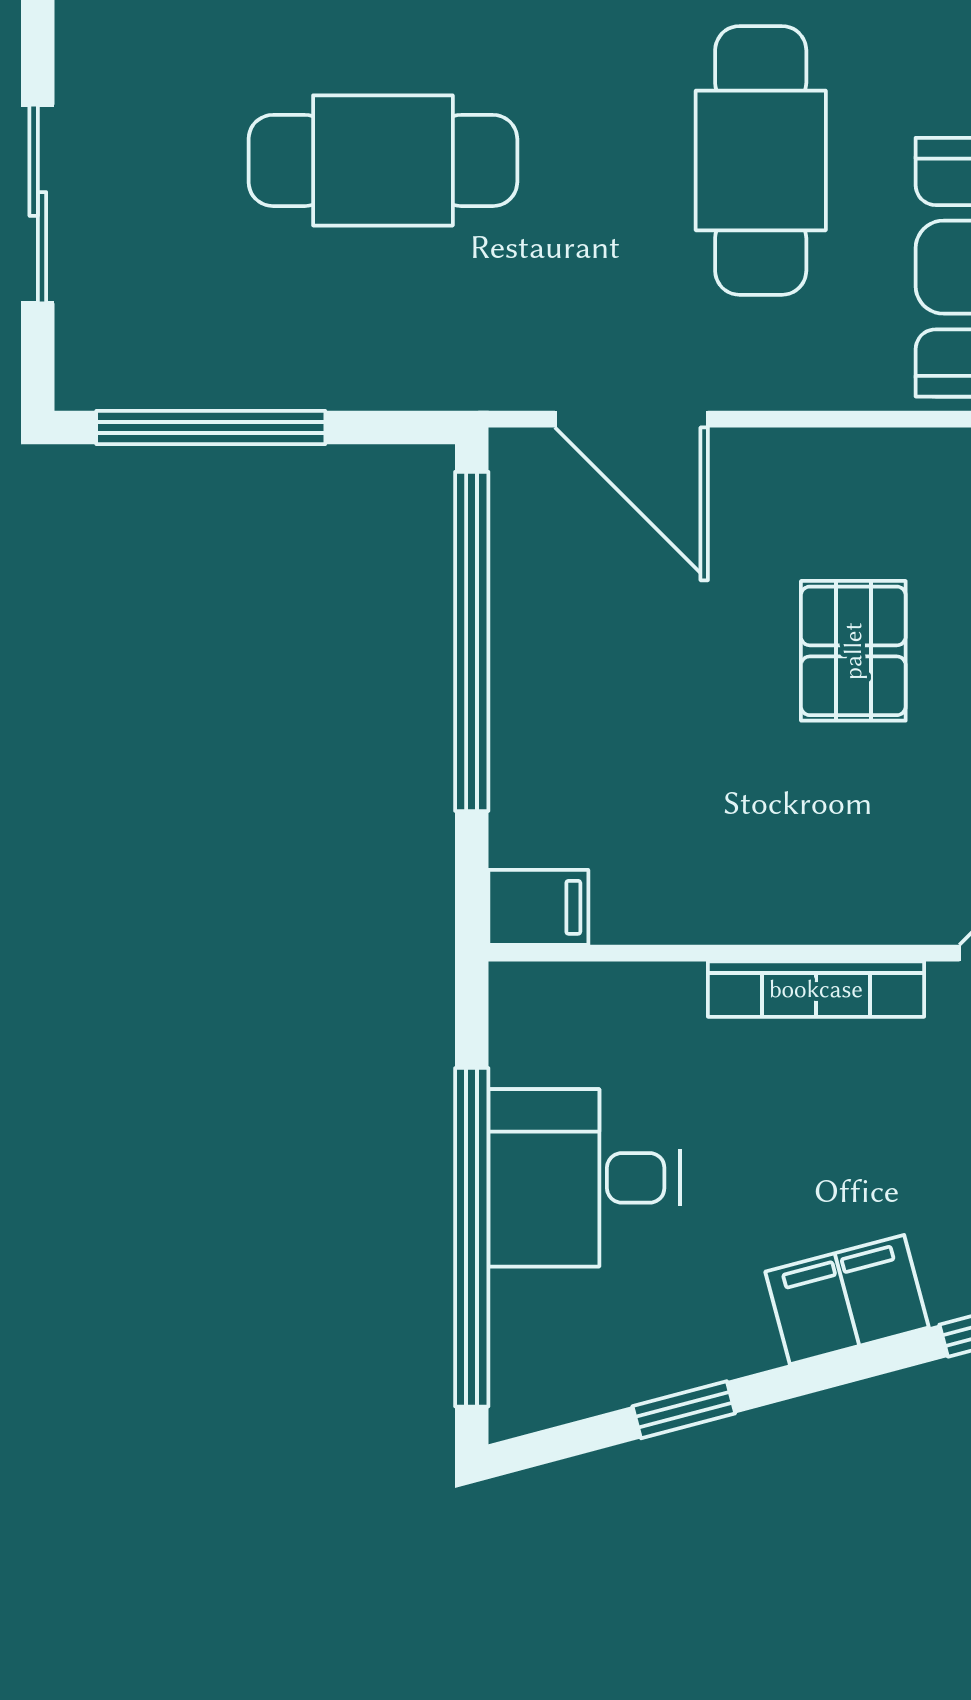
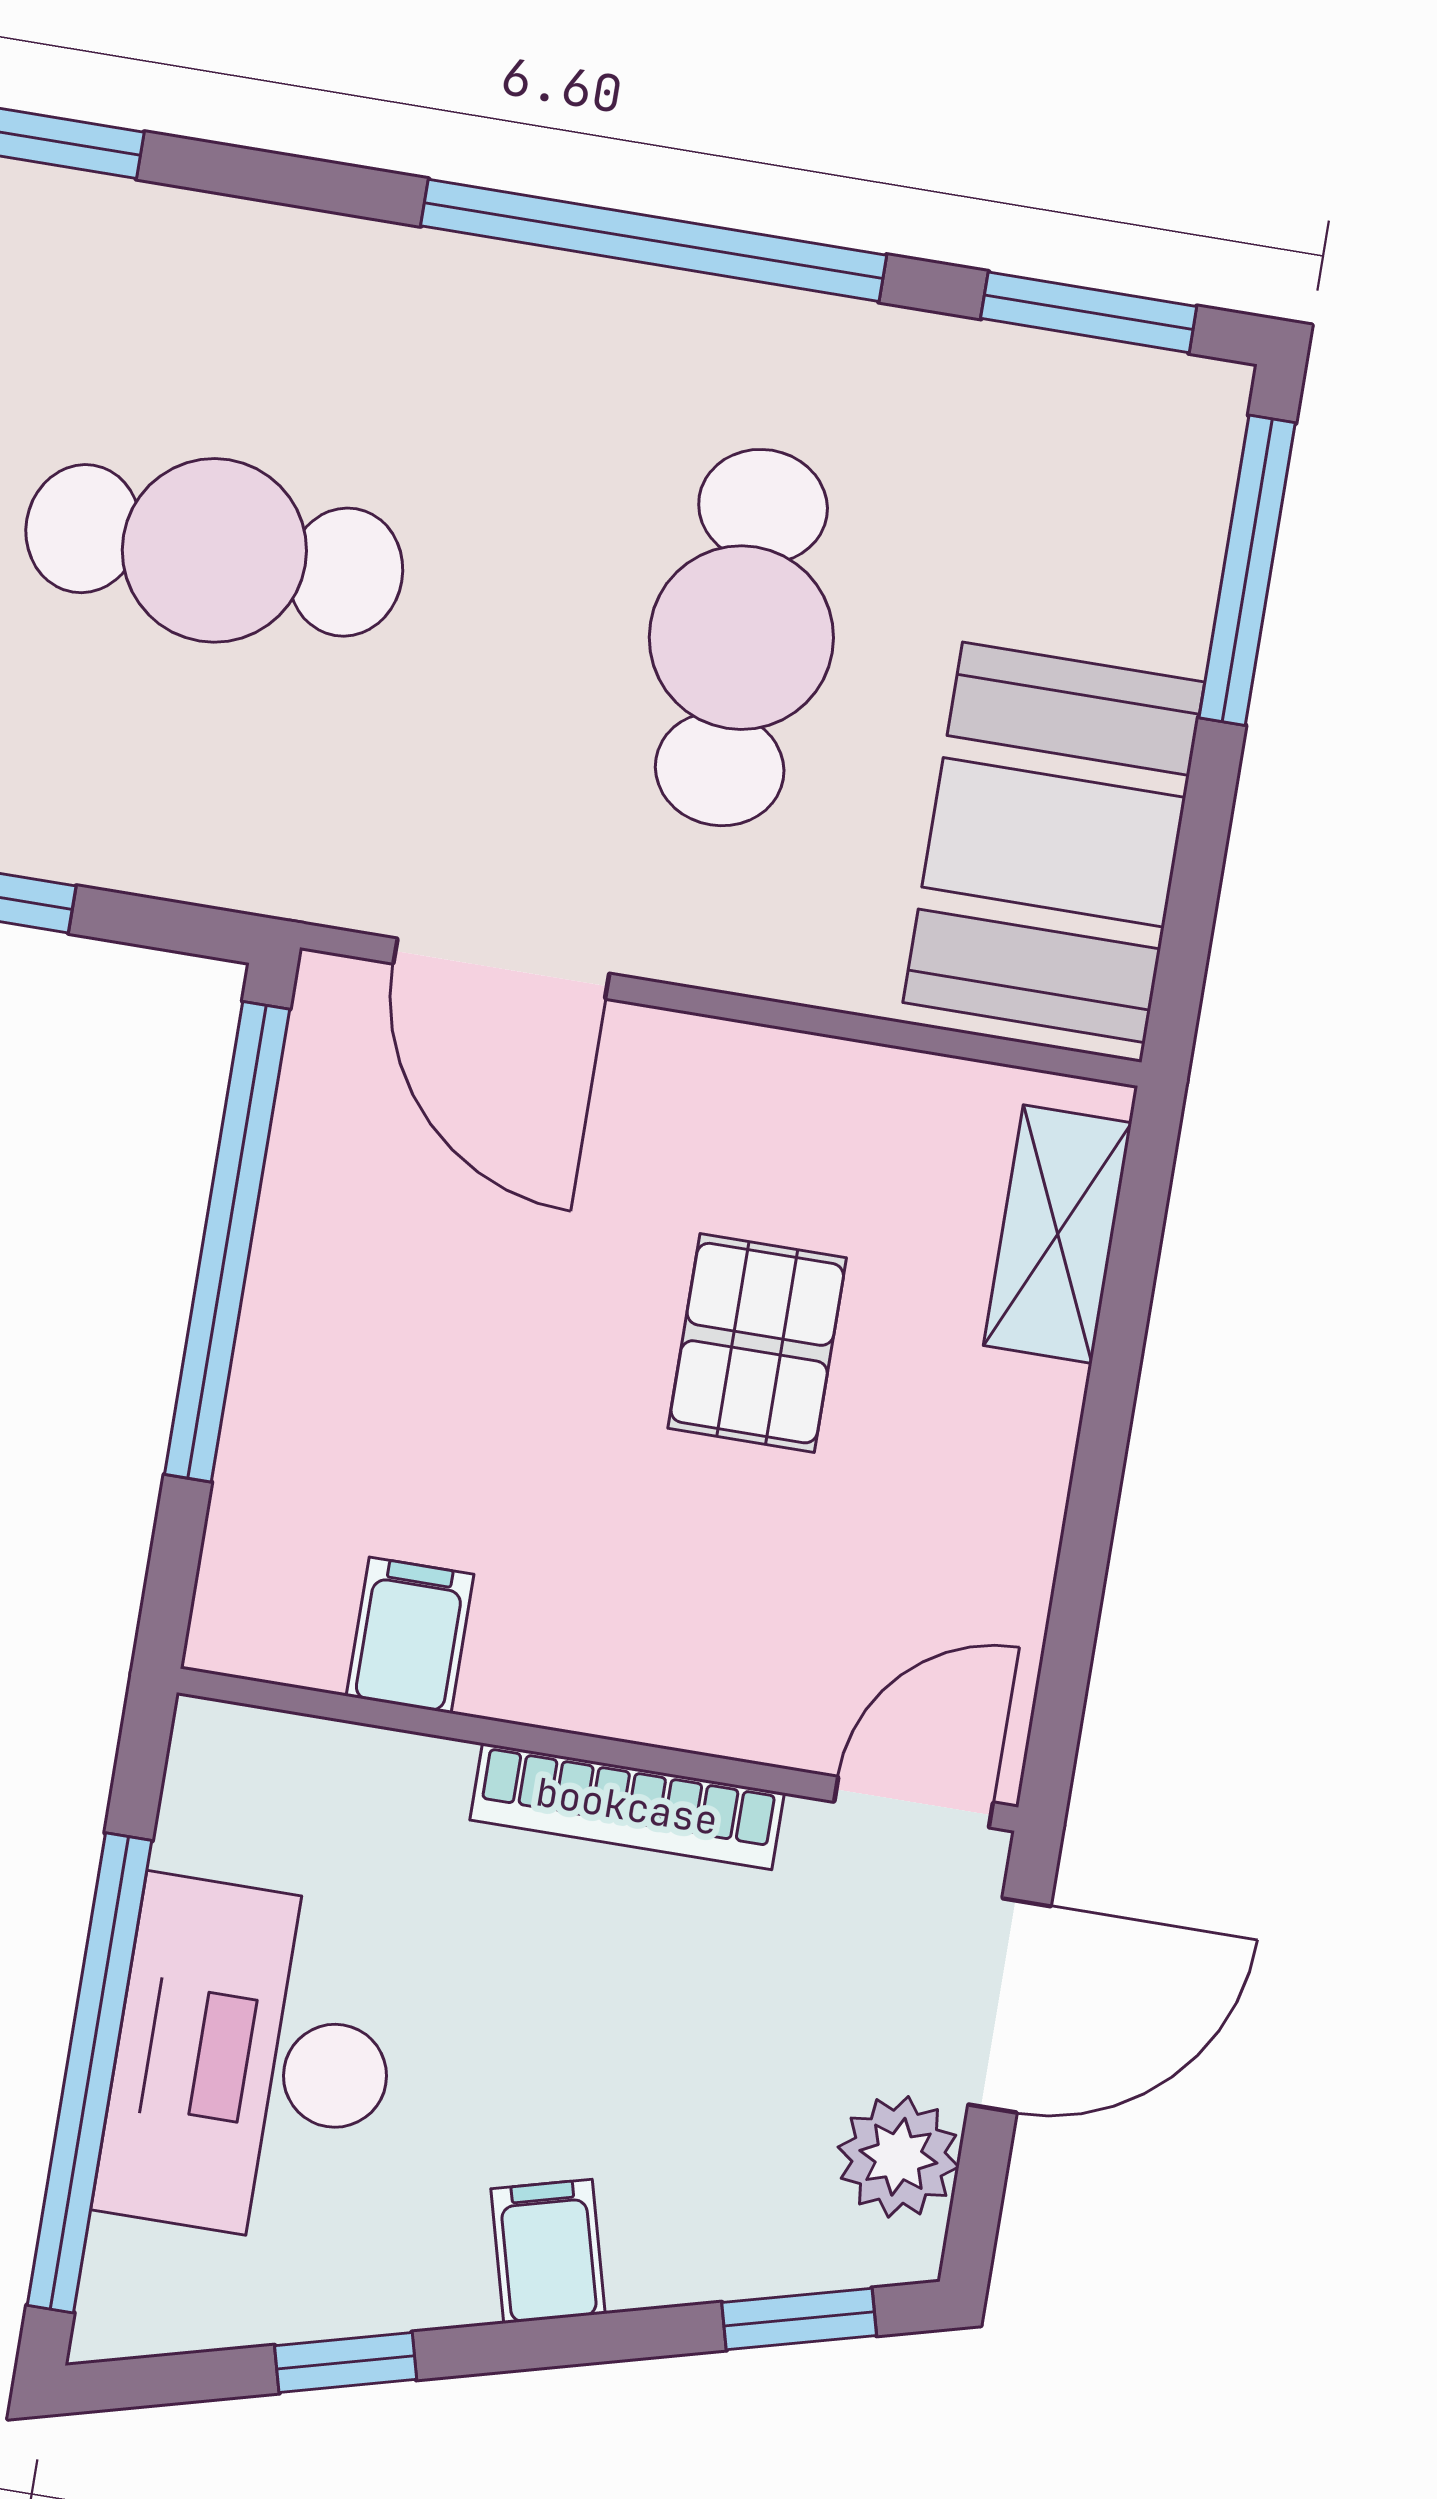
filing cabinet: (538, 907) -> (410, 1635), moved, turned -90
desk: (584, 1178) -> (252, 2062), width x1.37
filing cabinet: (847, 1300) -> (548, 2251), width x0.50

